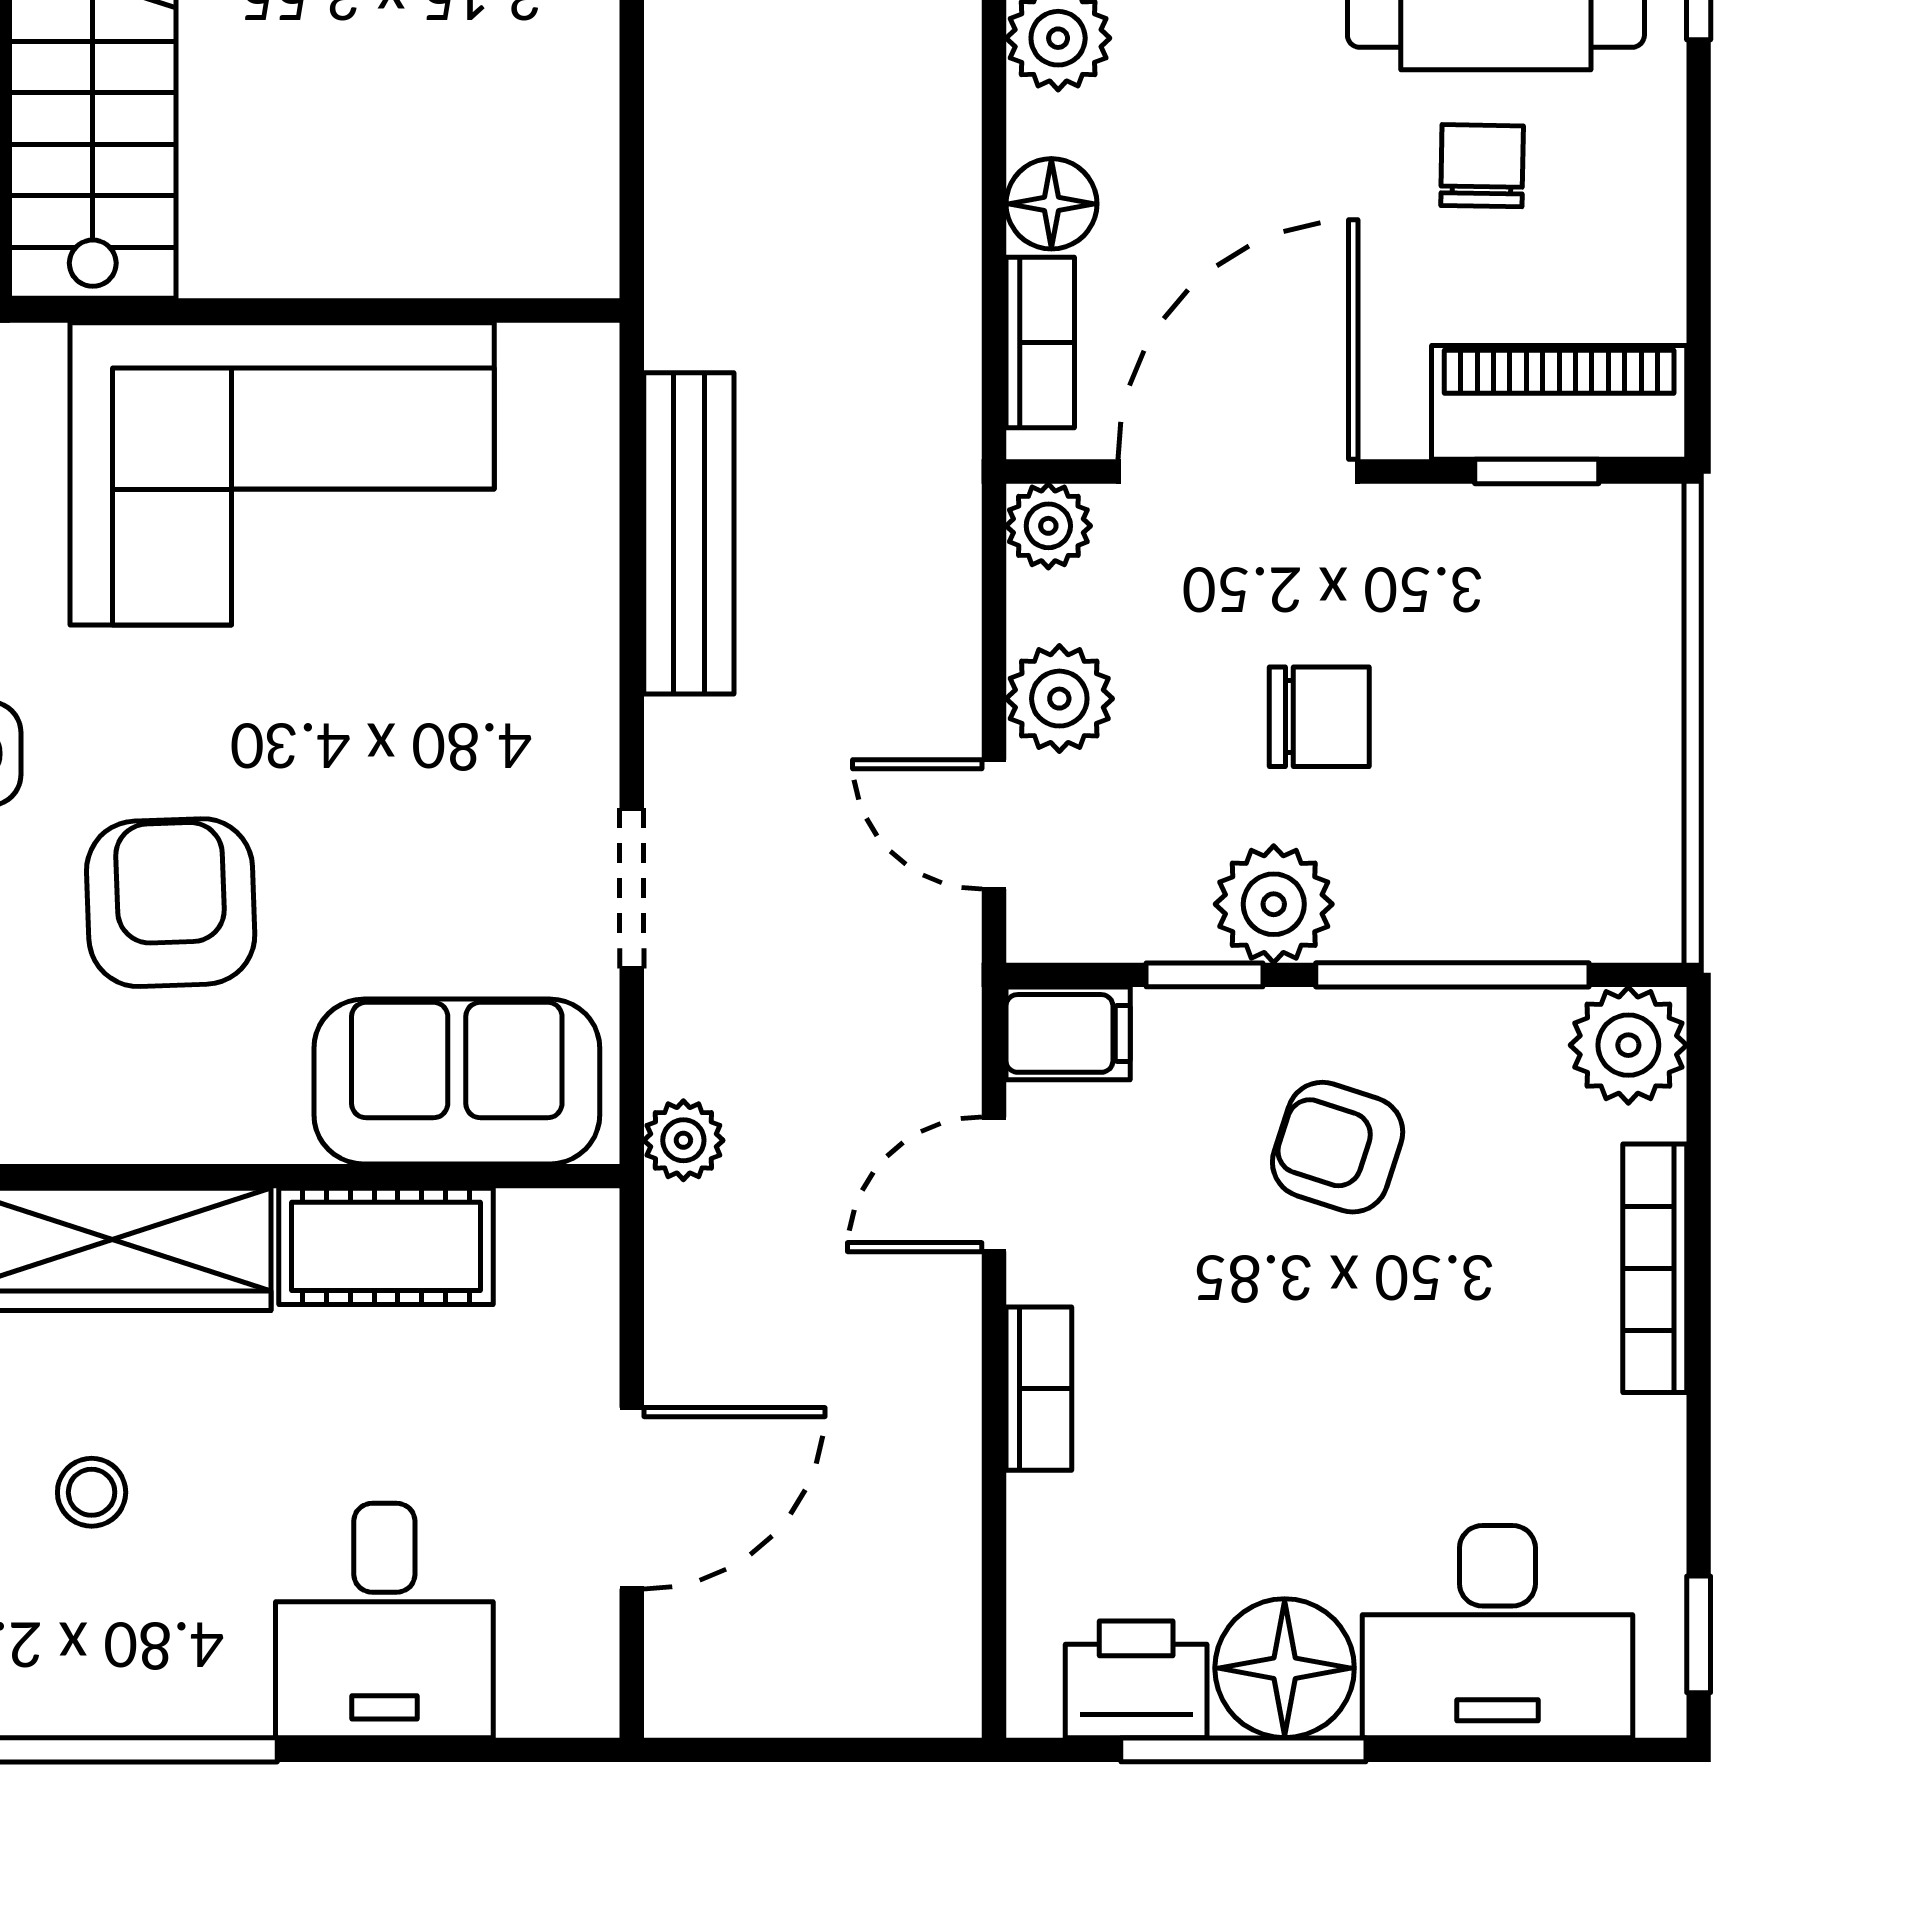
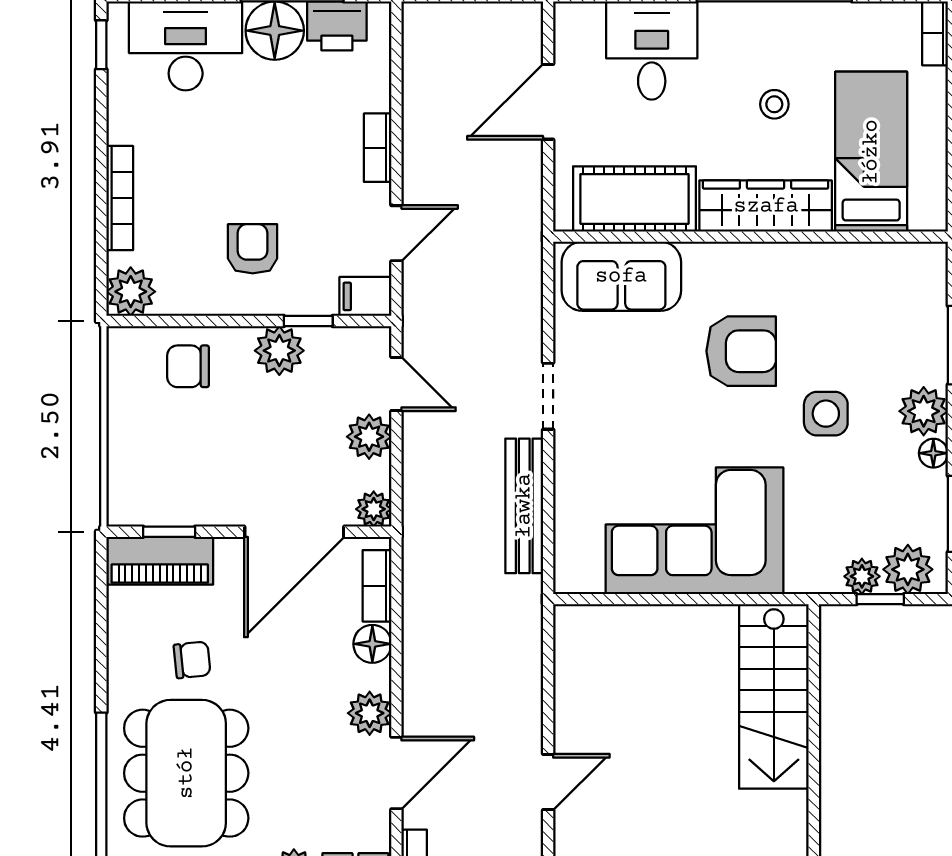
chair: (1482, 166) -> (192, 660), turned -97
chair: (1319, 717) -> (188, 366), moved
doorway: (632, 888) -> (548, 396), moved
armchair: (171, 903) -> (741, 351), turned -88
window: (1452, 975) -> (204, 321), removed
plant: (683, 1140) -> (527, 252), removed
armchair: (1338, 1147) -> (253, 249), turned -108
cot: (386, 1246) -> (635, 199), width x1.37, depth x1.34

